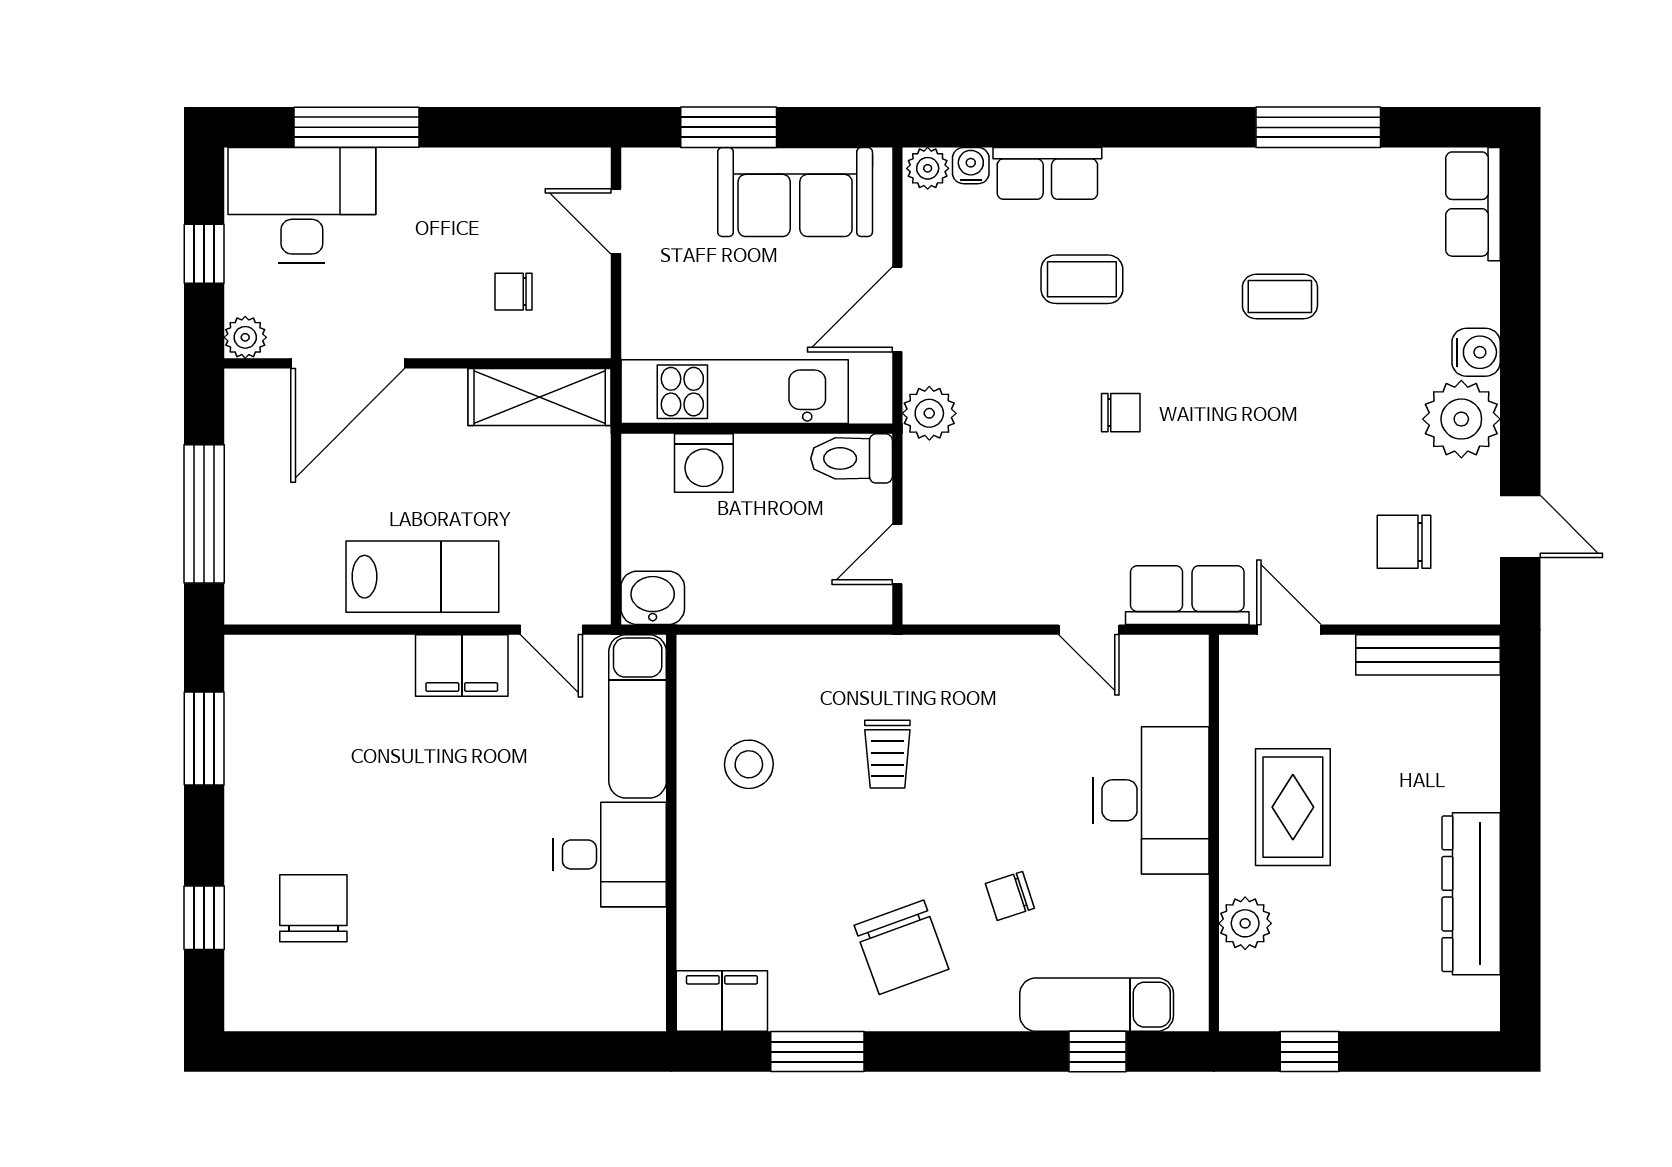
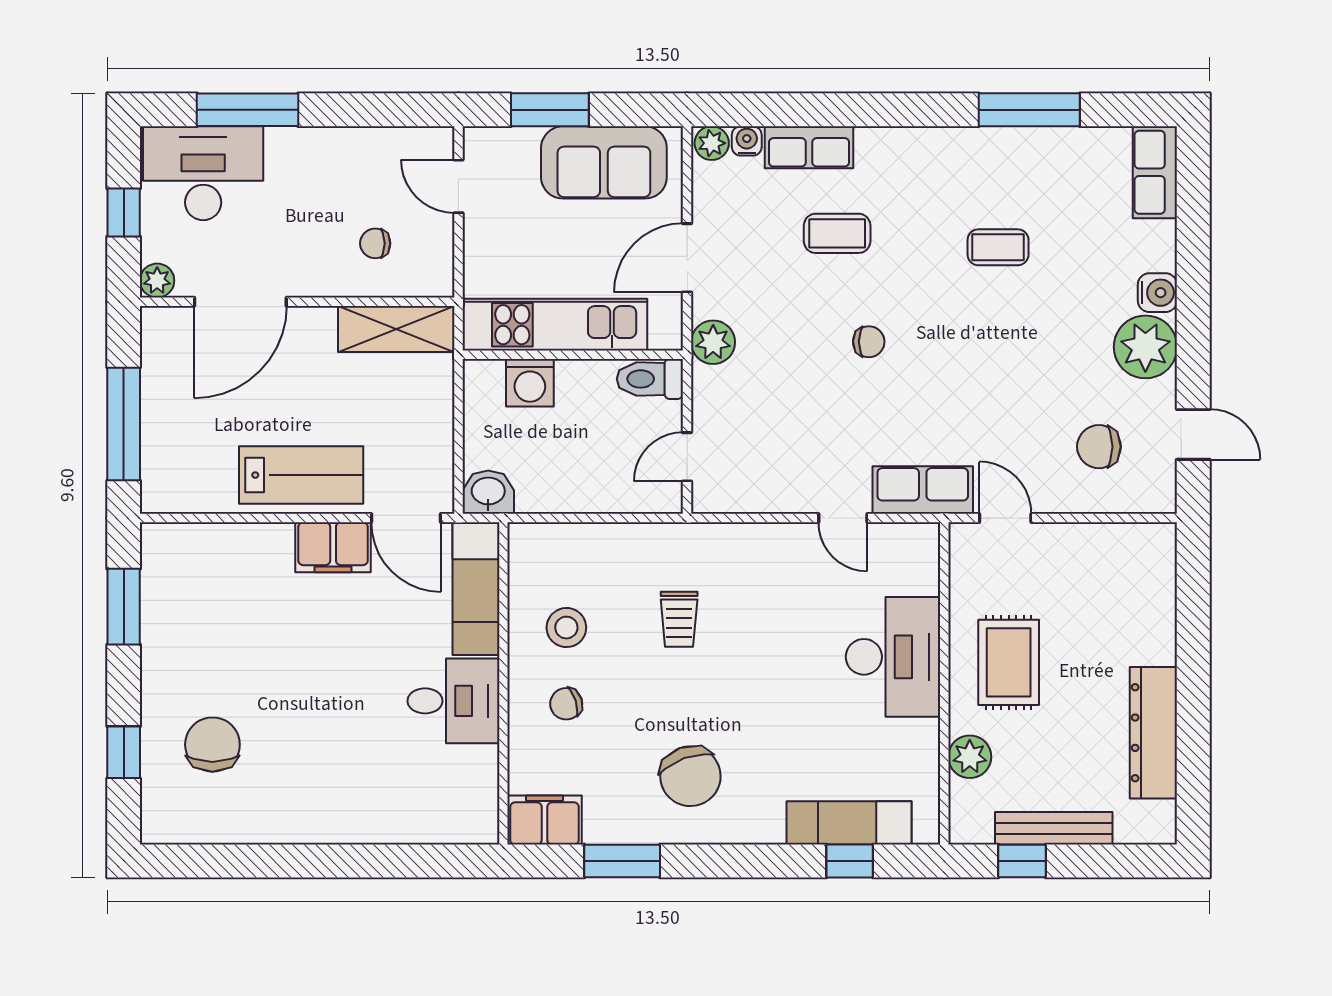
door: (551, 630) -> (406, 518), width x1.38
bench: (1428, 655) -> (1054, 828), moved
chair: (1010, 896) -> (566, 704), moved

